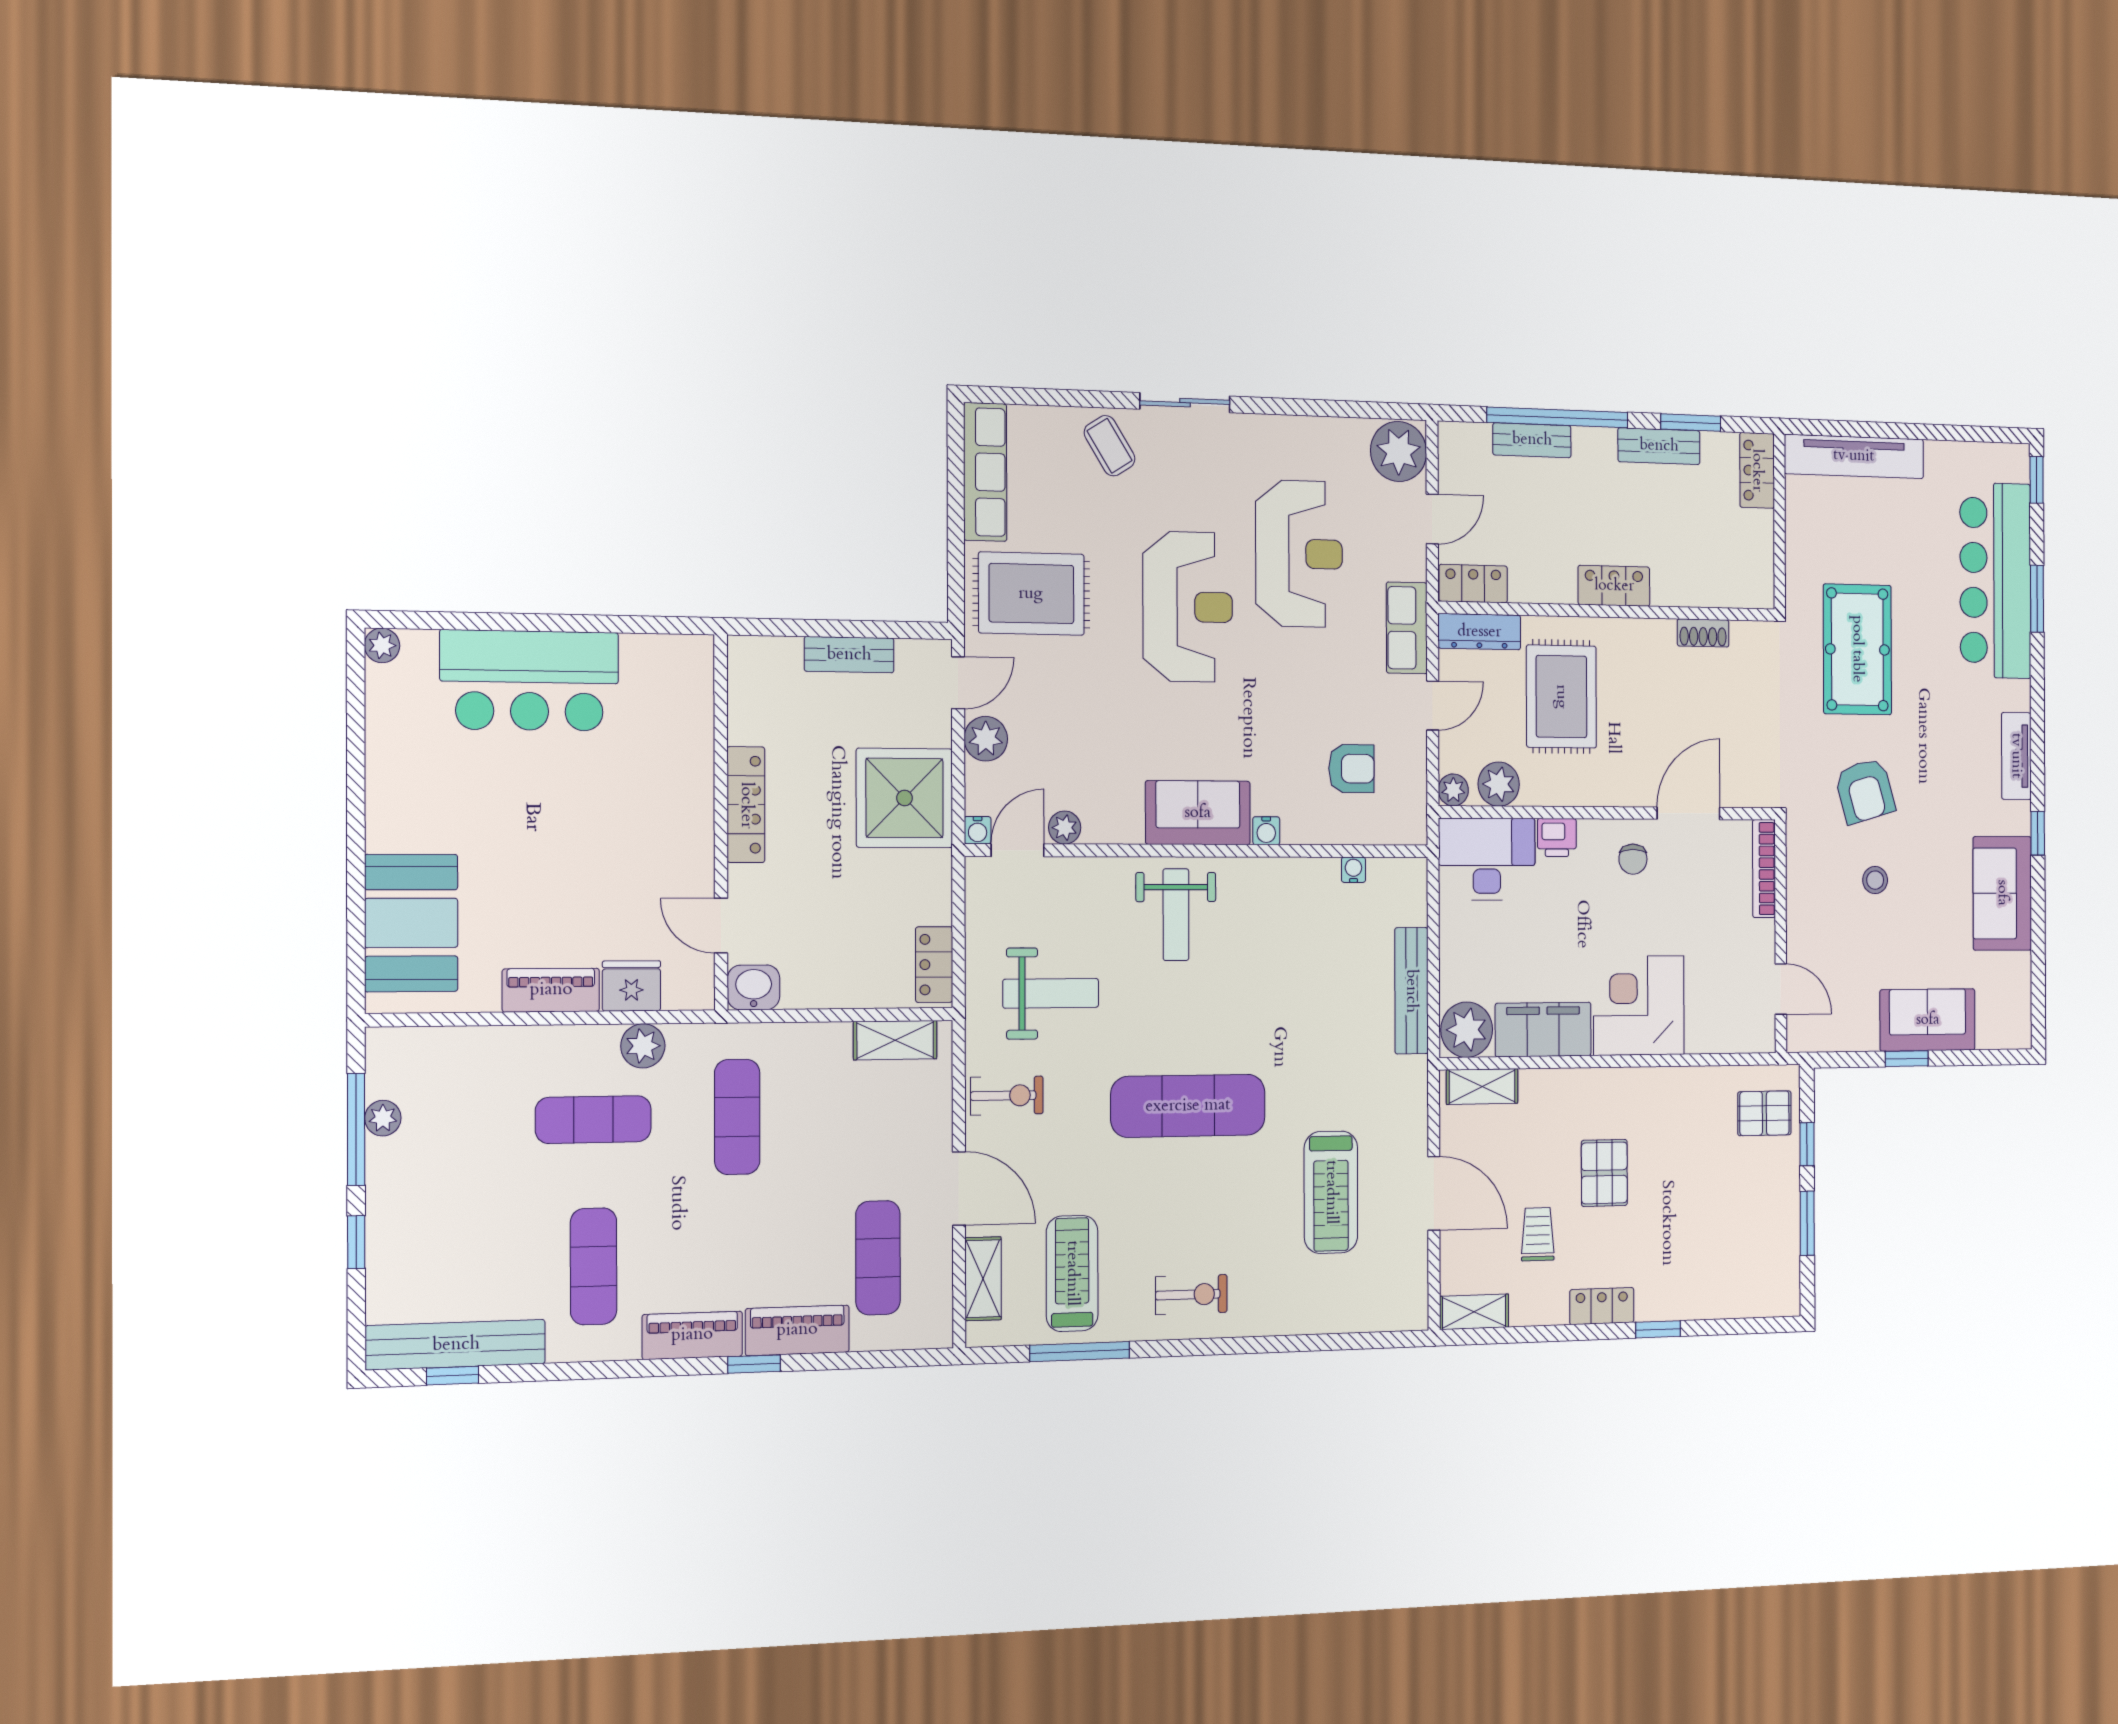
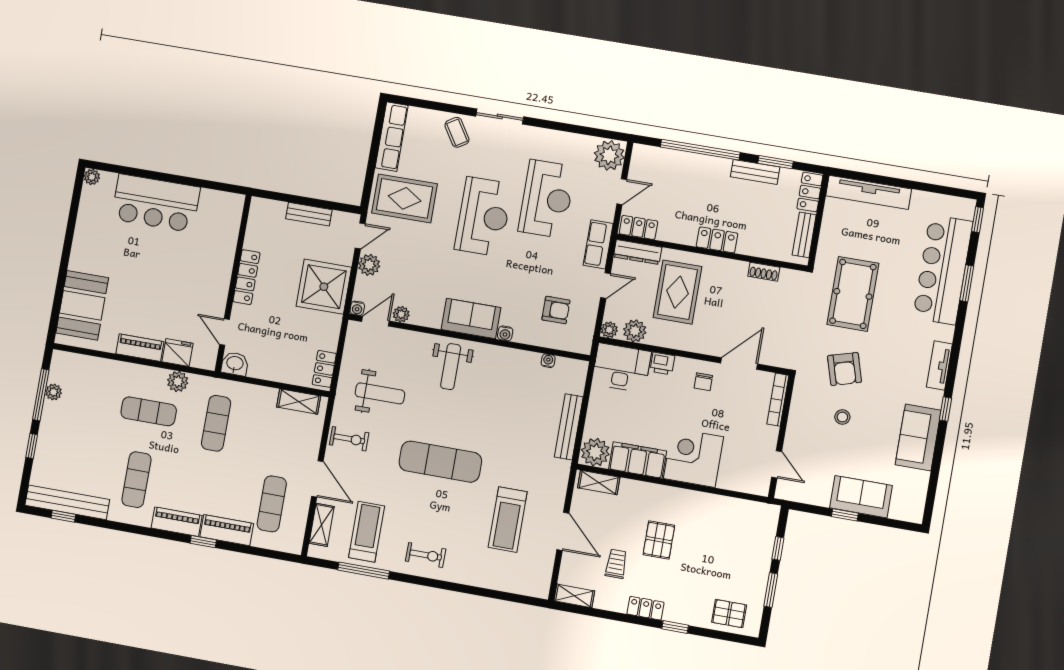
bench: (1532, 440) -> (804, 235), moved, turned 90
pallet: (1764, 1113) -> (729, 614), moved

